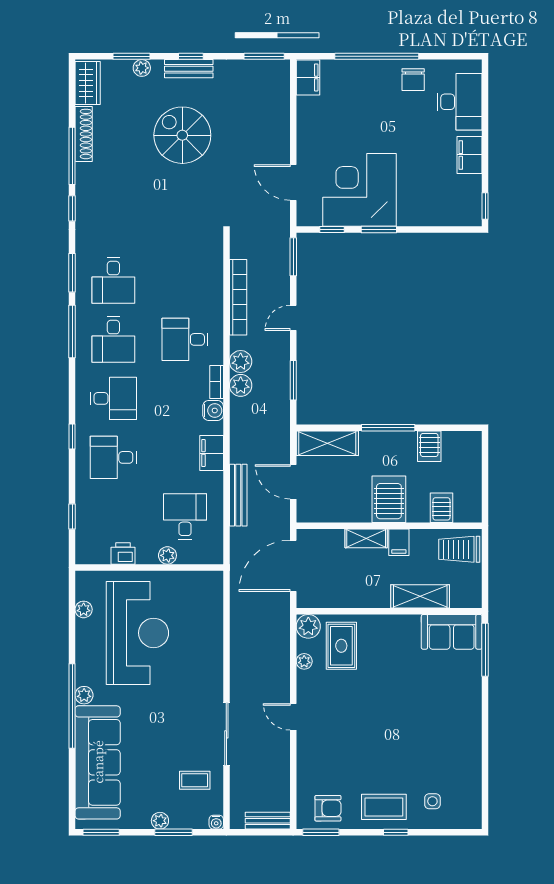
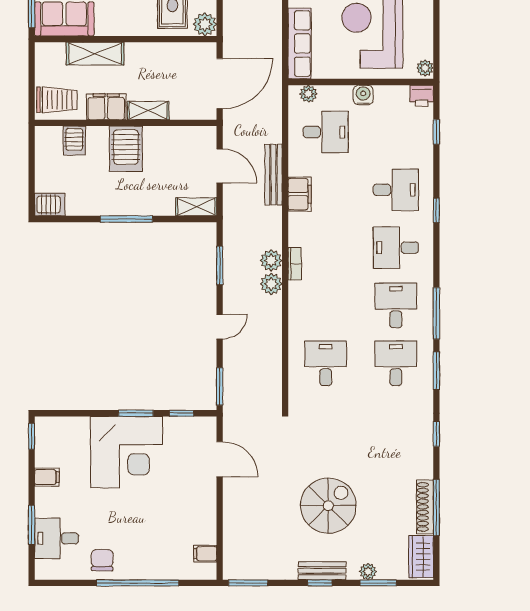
filing cabinet: (308, 77) -> (205, 554), width x0.50
desk: (460, 102) -> (56, 538), width x0.73
window: (485, 116) -> (32, 525), added
spiral stairs: (182, 135) -> (328, 506), turned -90
filing cabinet: (469, 155) -> (47, 477), width x0.50
window: (72, 156) -> (436, 507), moved
corner desk: (359, 190) -> (126, 452), moved
bookcase: (238, 297) -> (274, 347), removed
desk: (185, 339) -> (326, 363), moved, turned -90
water cooler: (213, 410) -> (363, 95), moved, turned 90
shelving: (327, 443) -> (196, 207), width x0.67, depth x0.75
server rack: (429, 446) -> (50, 205), moved, turned 90
bench: (238, 495) -> (274, 175), moved
desk: (185, 516) -> (326, 132), turned -90
filing cabinet: (399, 542) -> (106, 107), width x2.00
printer: (123, 554) -> (422, 96), moved
plant: (167, 555) -> (308, 94), moved
row of seats: (212, 607) -> (300, 43), added
plant: (84, 609) -> (425, 68), moved

